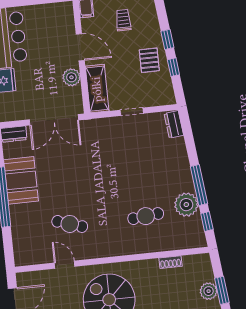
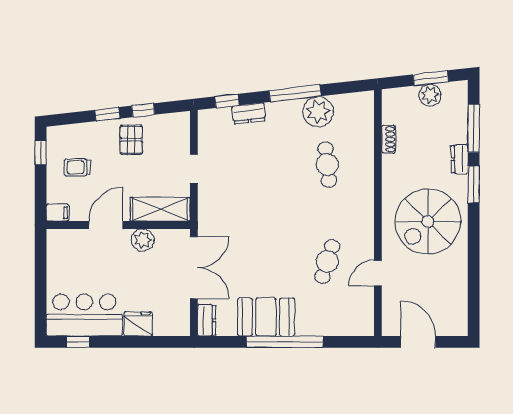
pallet: (149, 60) -> (131, 140), turned 90
dresser: (174, 124) -> (249, 113), moved
window: (207, 221) -> (227, 101), moved

